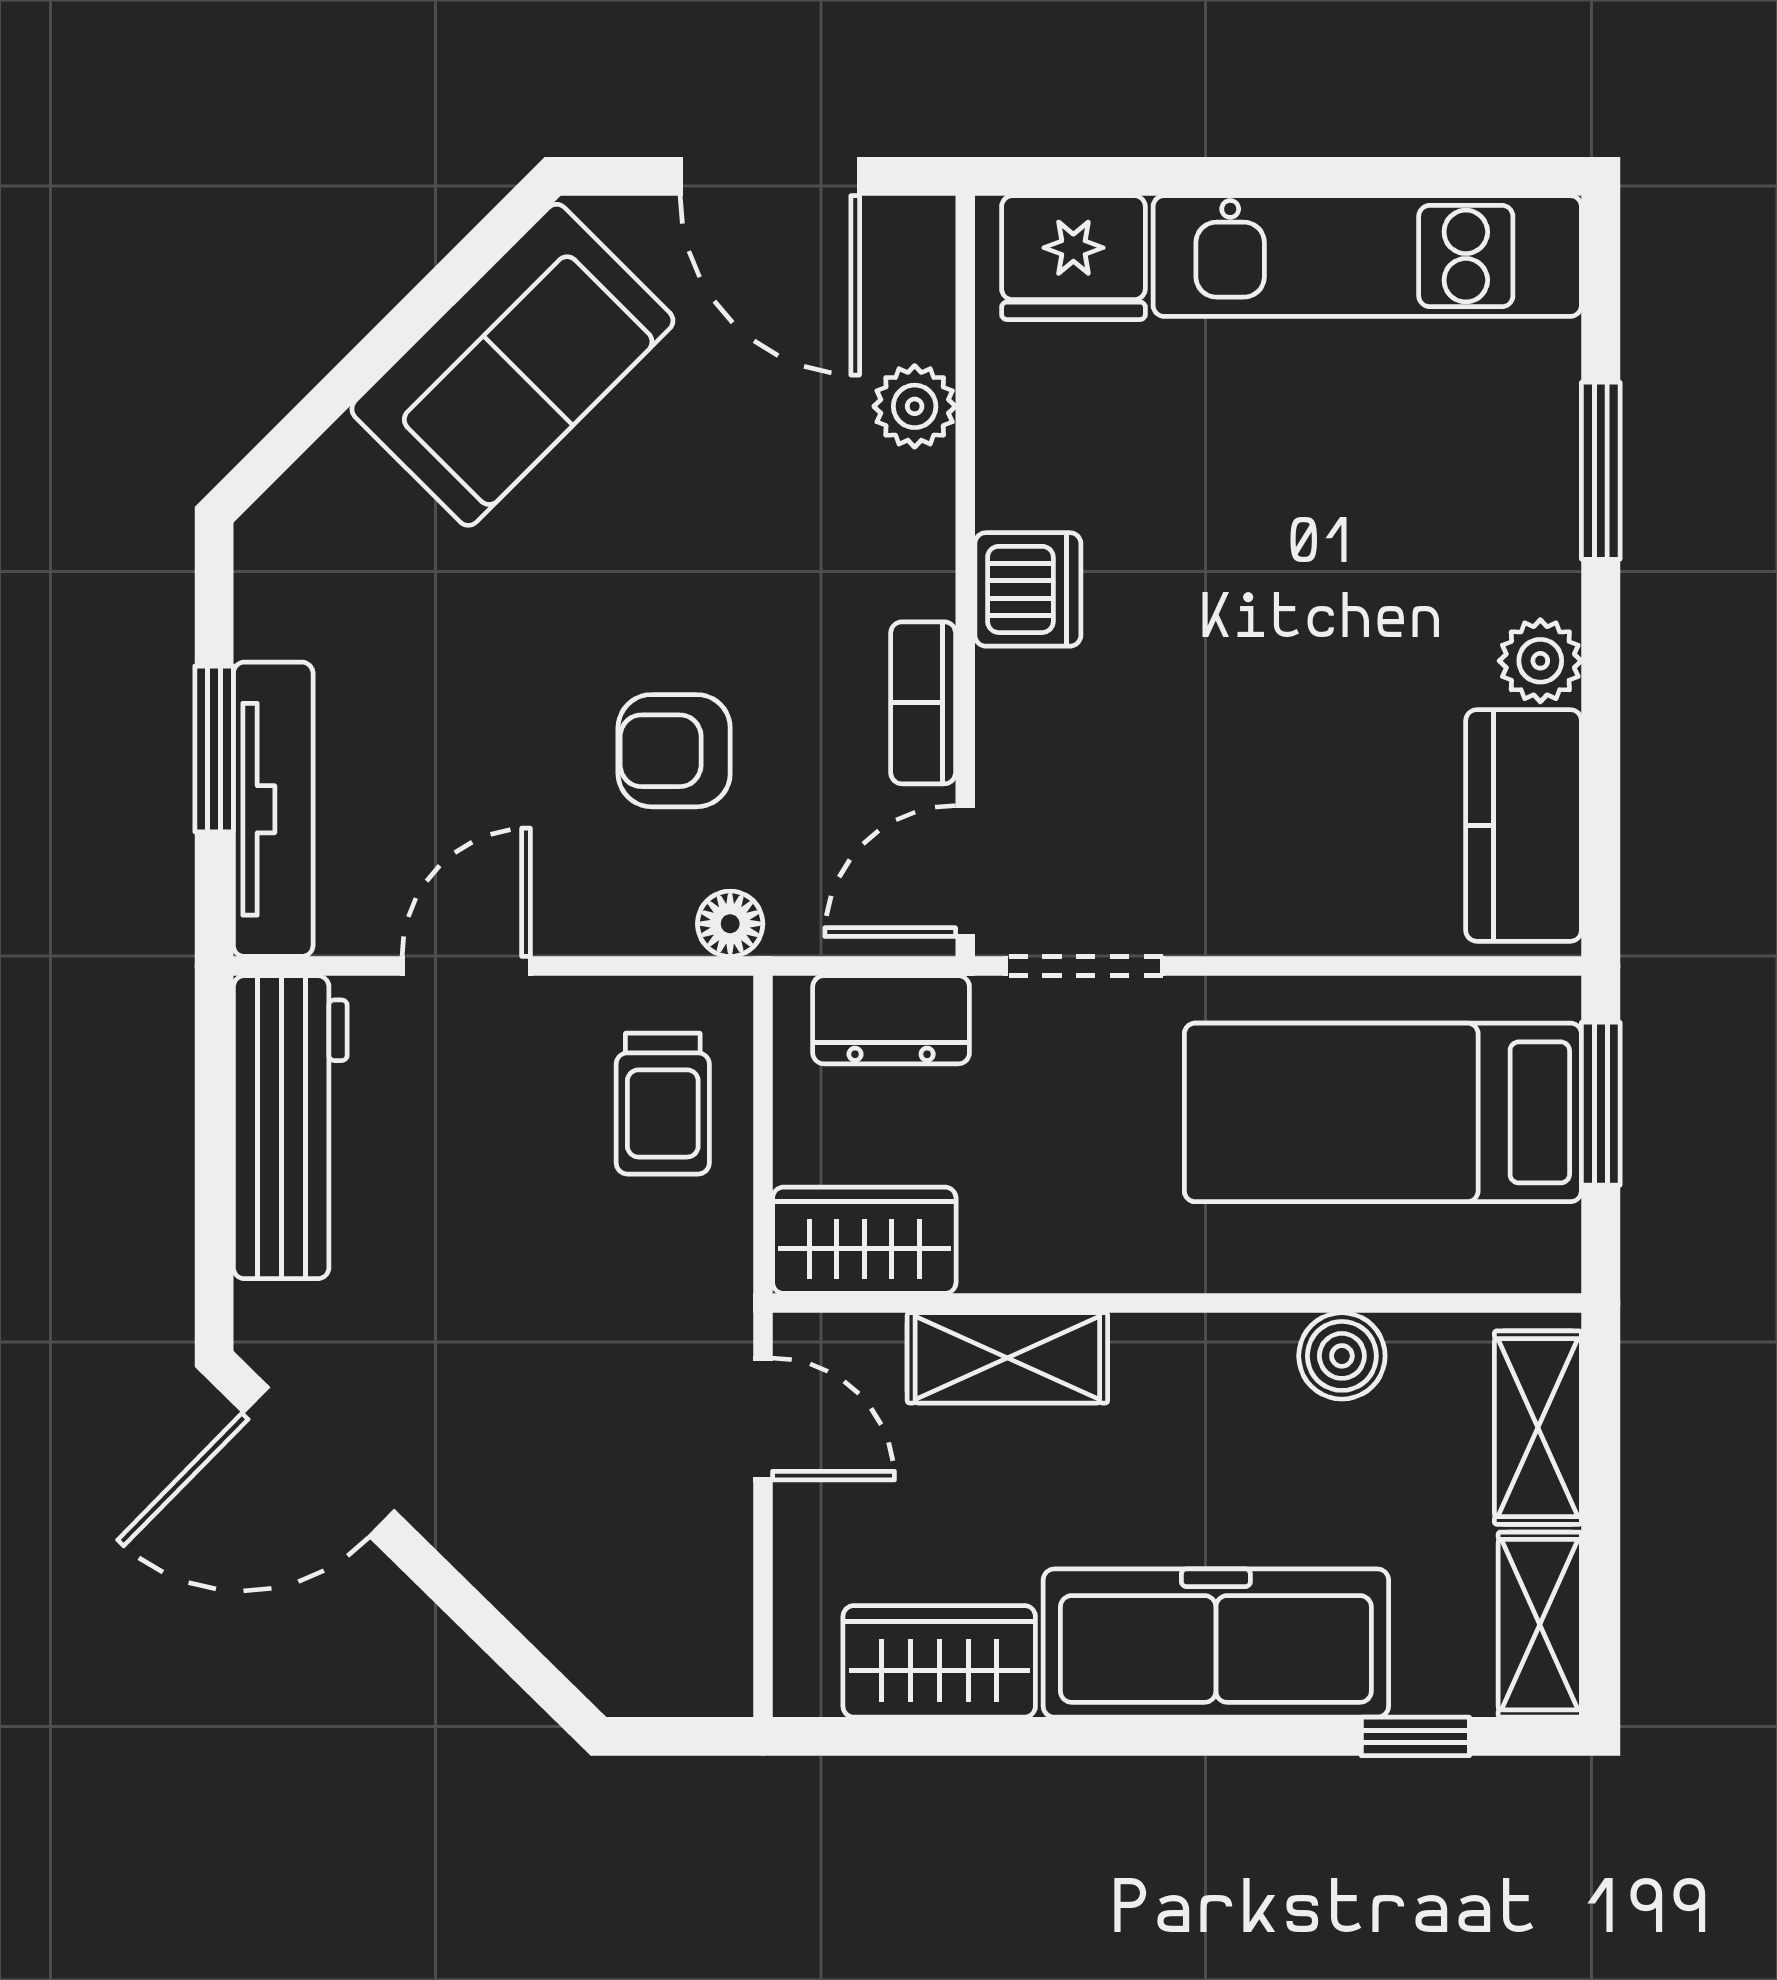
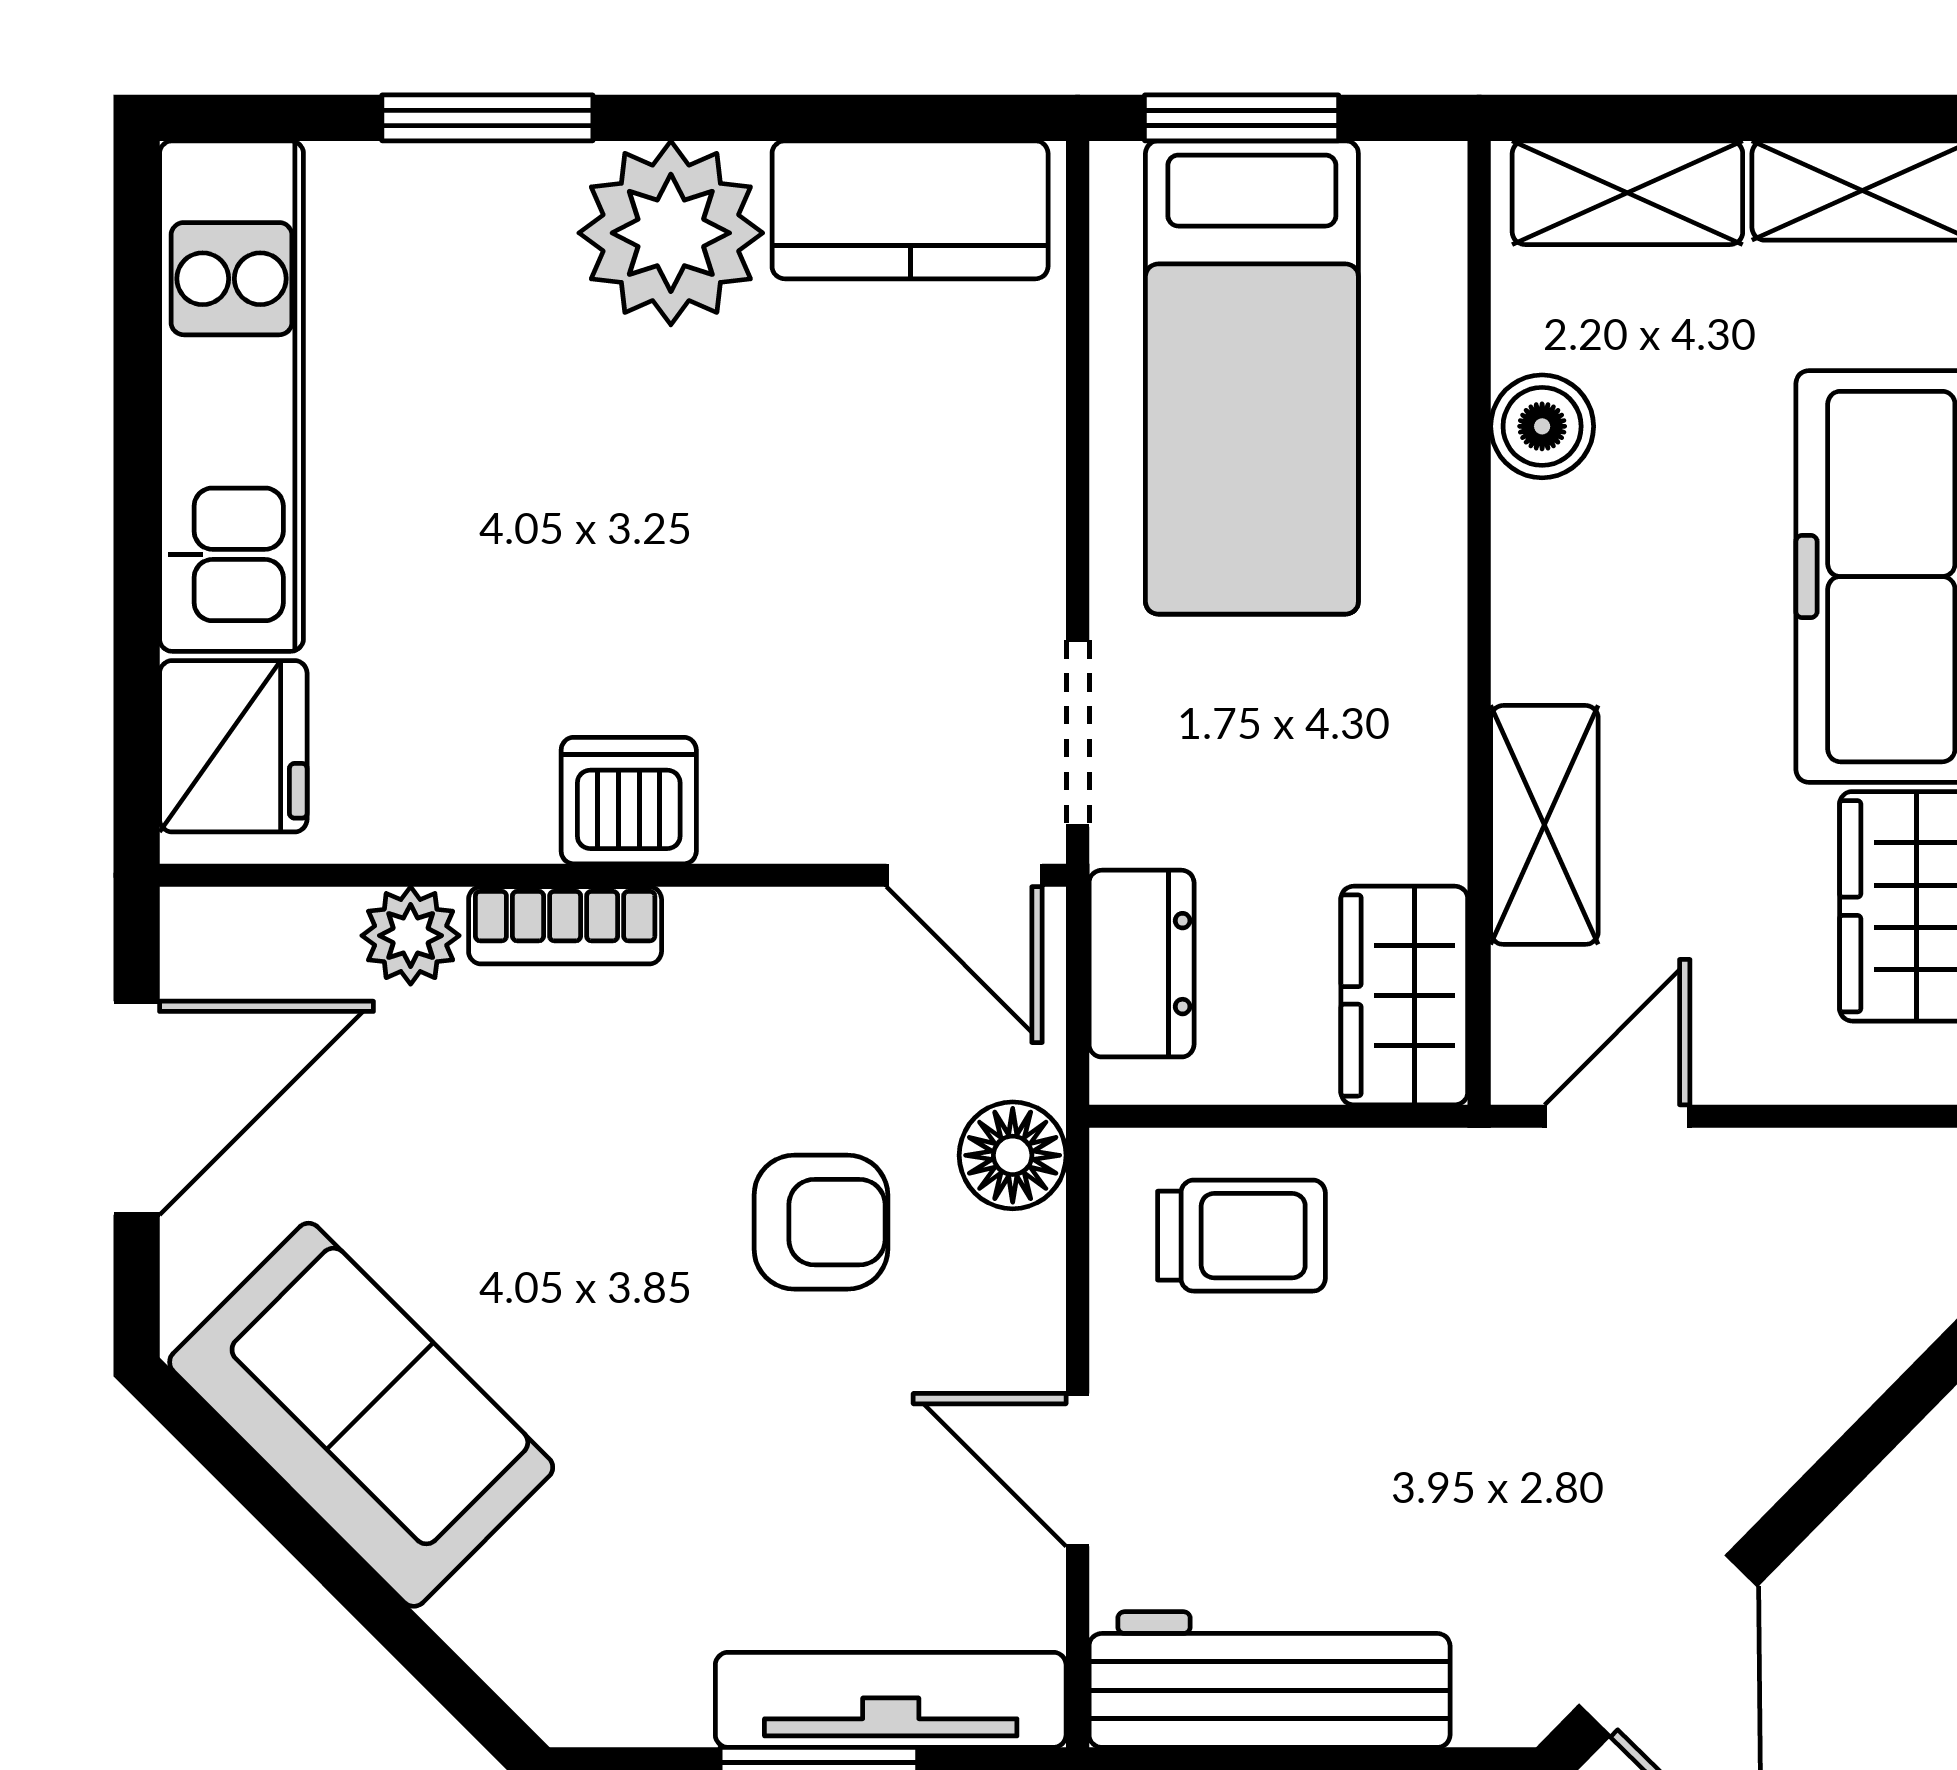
plant: (1540, 661) -> (671, 233), width x1.87, depth x1.87
bookcase: (923, 703) -> (565, 925), moved
armchair: (674, 751) -> (821, 1222), turned -90
floor lamp: (730, 924) -> (1013, 1155), width x1.37, depth x1.37

